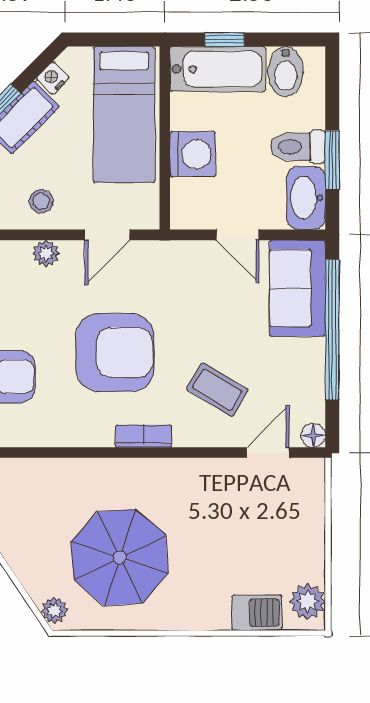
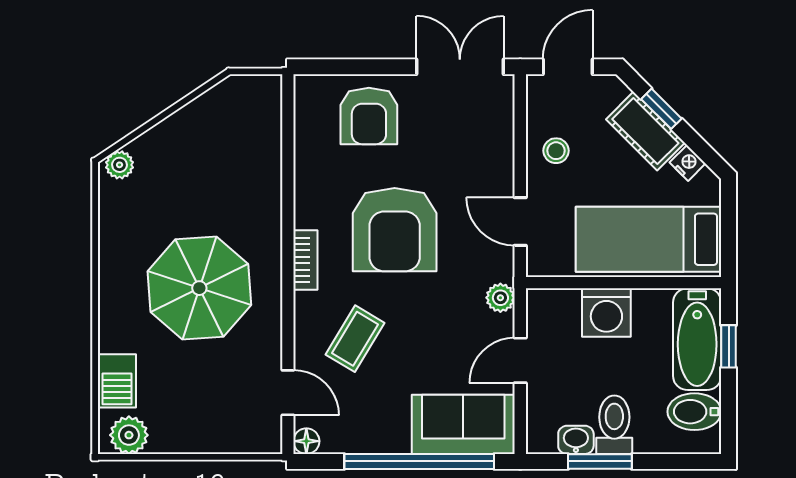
washbasin: (306, 198) -> (576, 440), width x0.52, depth x0.69
plant: (46, 253) -> (500, 298), moved
parasol: (120, 557) -> (199, 288), moved

